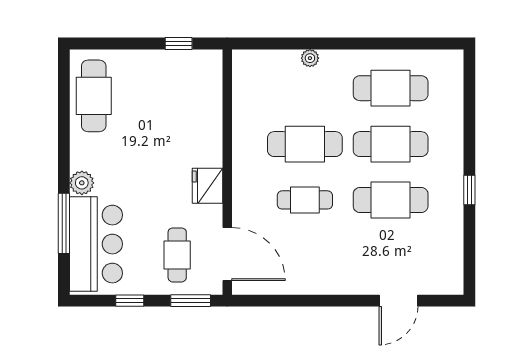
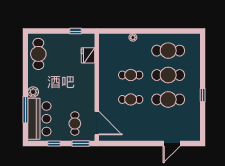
cafe table: (305, 144) -> (131, 75), width x0.73, depth x0.74
fridge: (208, 186) -> (88, 55), moved

